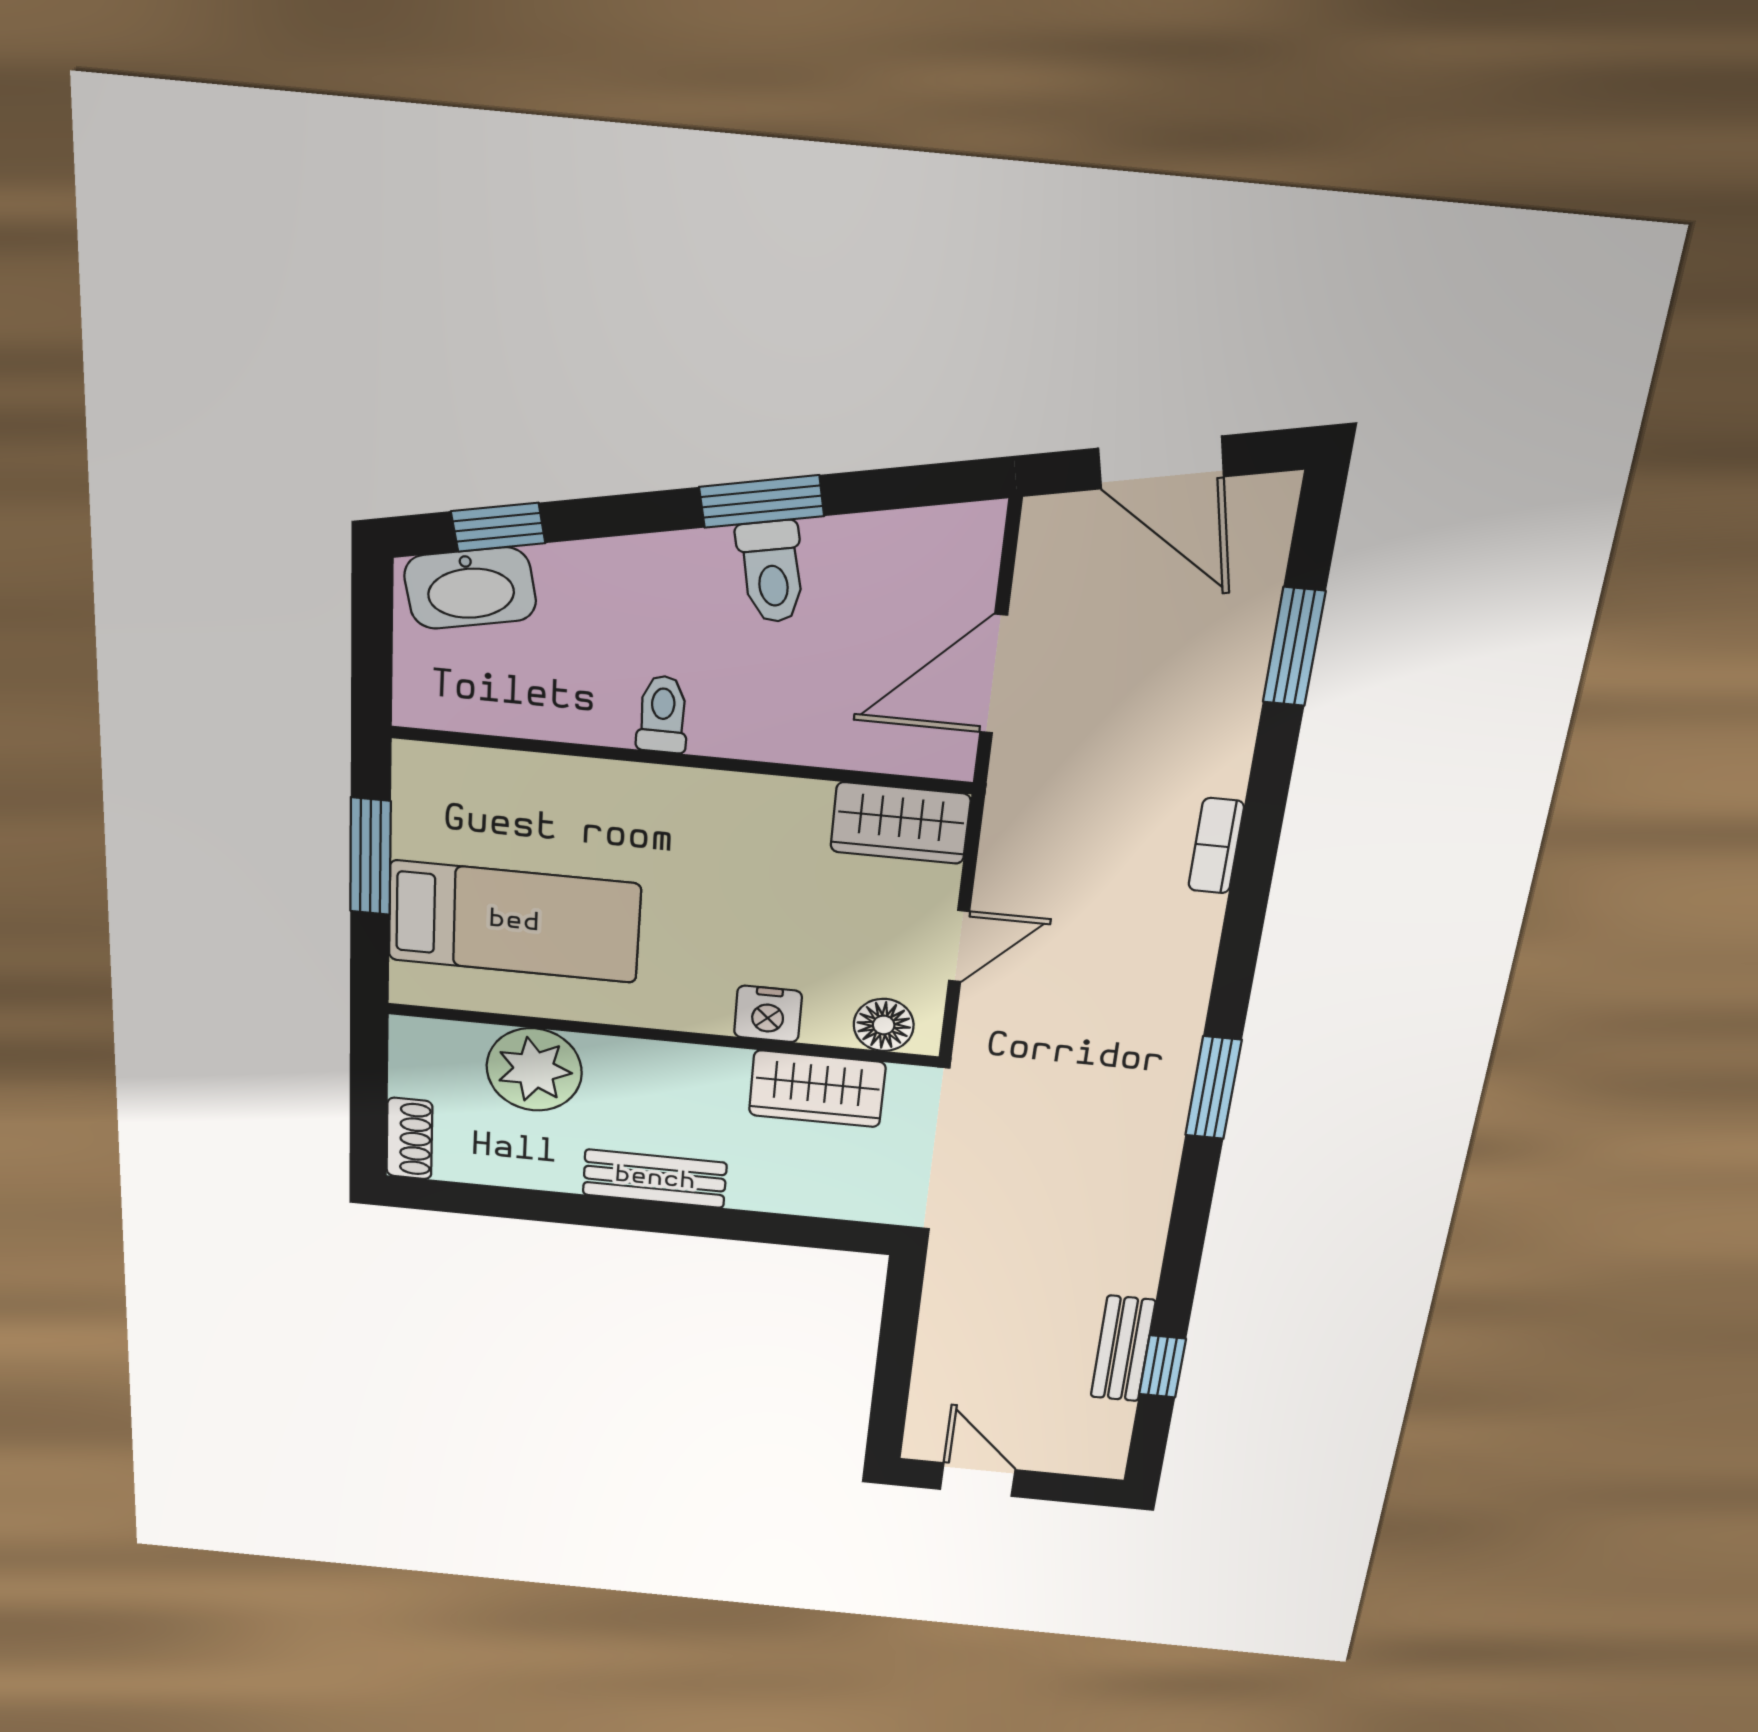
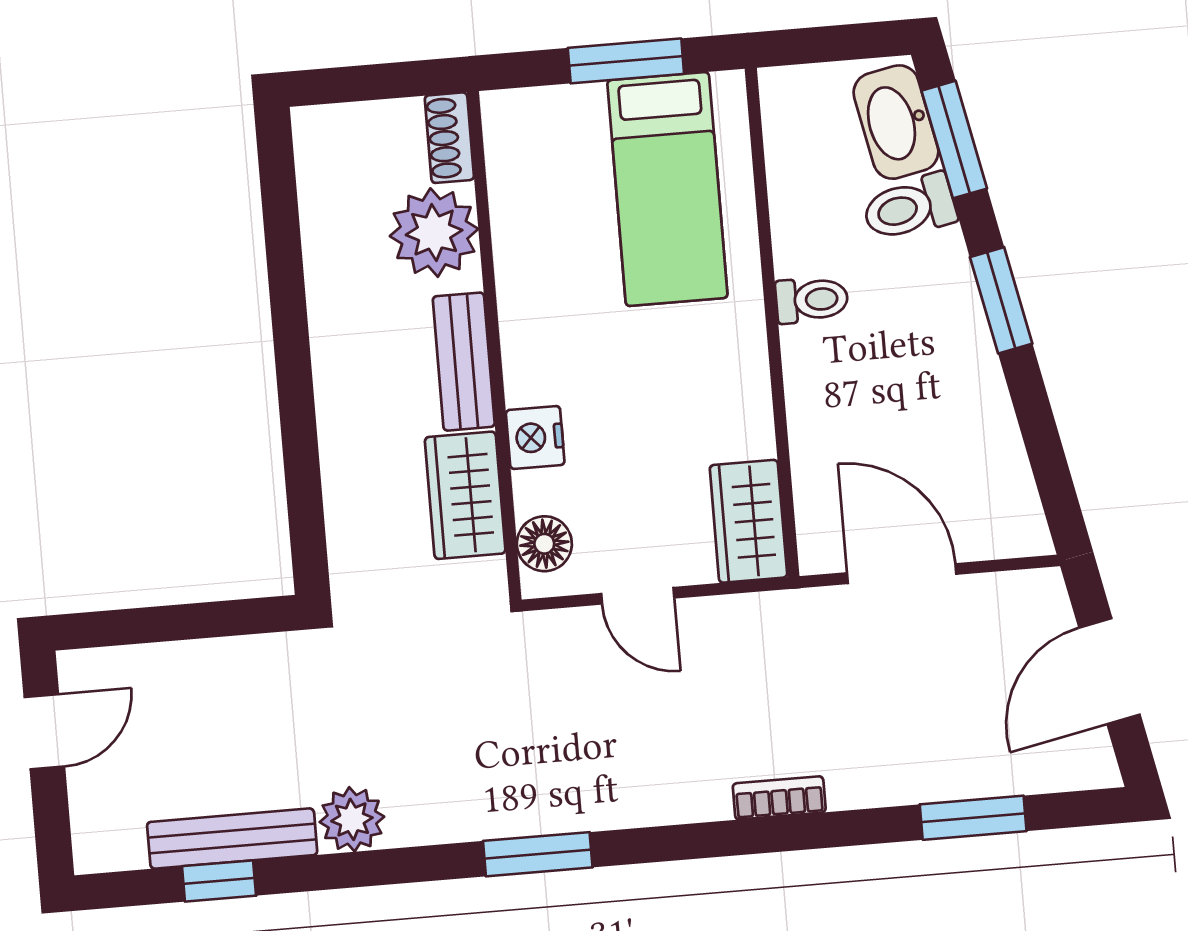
window: (762, 501) -> (1001, 300), moved
window: (498, 527) -> (954, 140), width x1.50
toilet: (772, 572) -> (909, 208), moved
bed: (514, 922) -> (667, 189), moved
shoe rack: (409, 1139) -> (449, 138), moved, turned 90
bench: (655, 1179) -> (464, 362), moved
plant: (1131, 1246) -> (352, 819), added
bench: (1123, 1349) -> (232, 838), width x1.36

